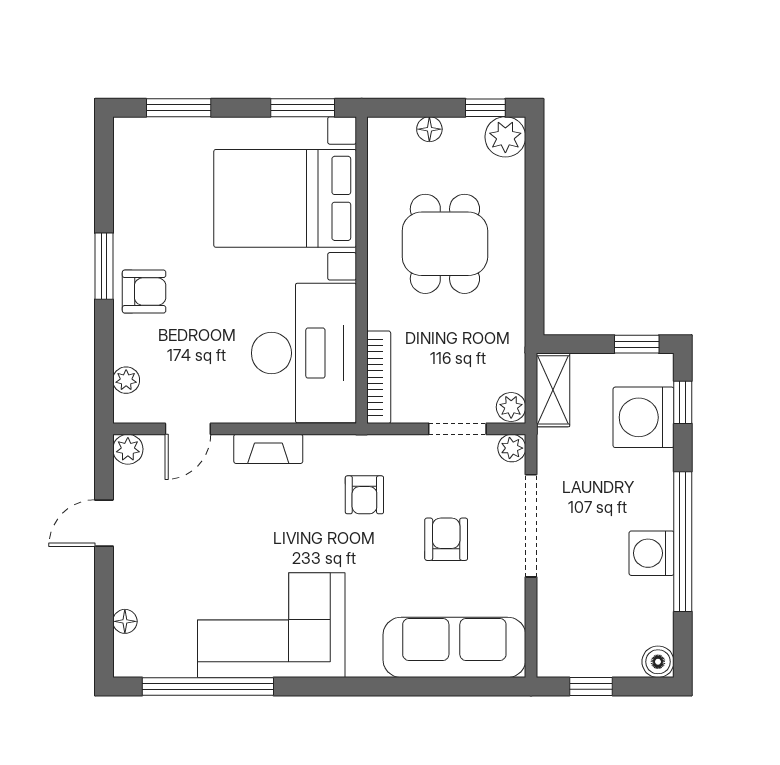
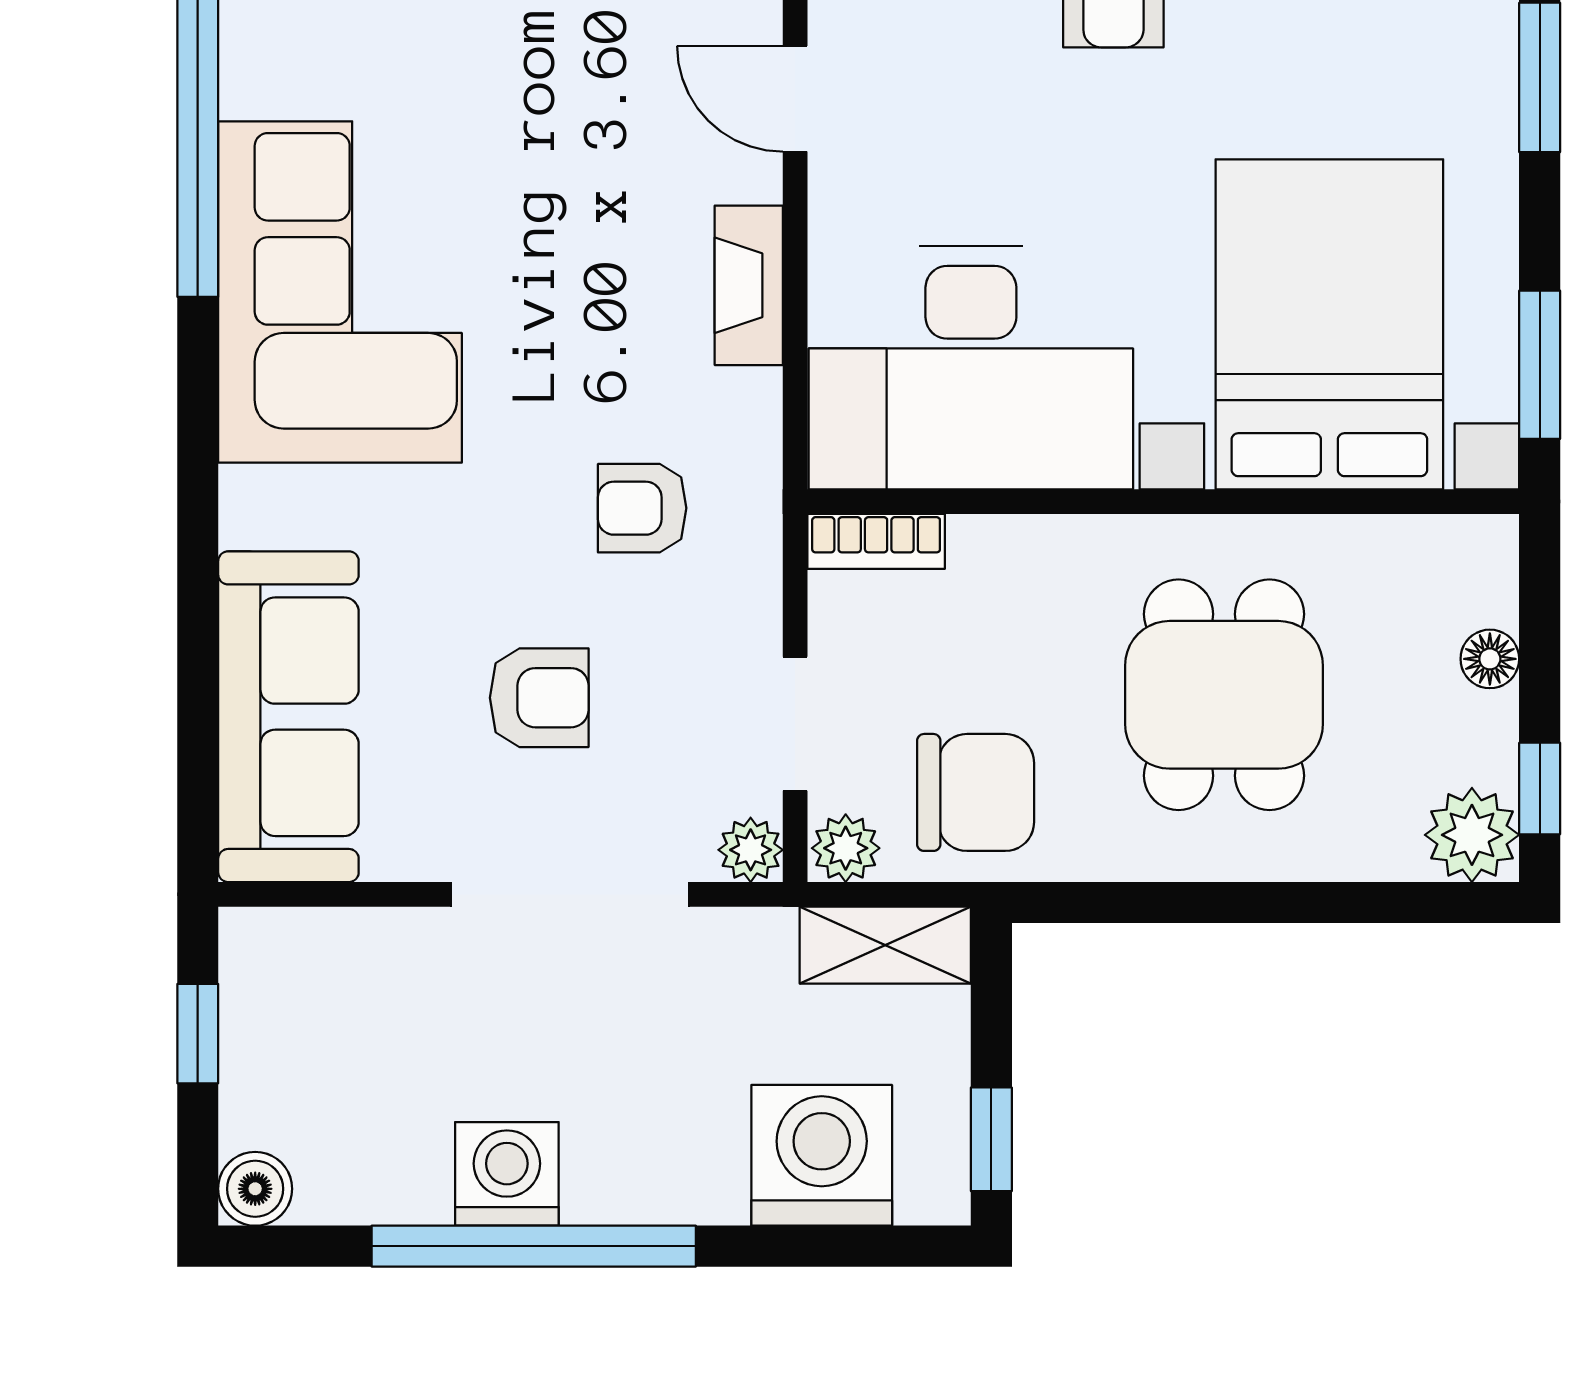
dining table: (445, 244) -> (1224, 695), turned 90
chair: (487, 351) -> (976, 792), added
bookcase: (379, 377) -> (876, 541), width x0.64
window: (683, 402) -> (857, 1246), removed

